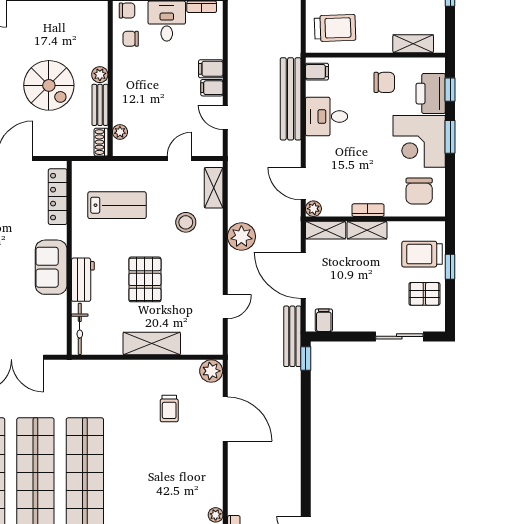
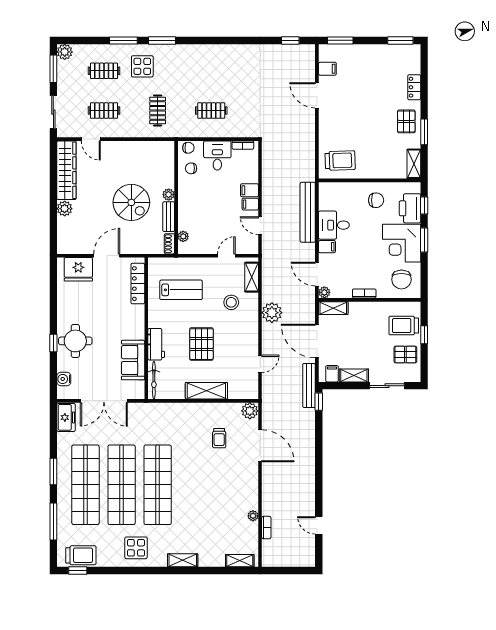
shelving: (413, 44) -> (414, 164), moved, turned 90
filing cabinet: (317, 72) -> (327, 247), moved
shelving: (367, 230) -> (354, 376), moved
sofa: (51, 267) -> (133, 360), moved

